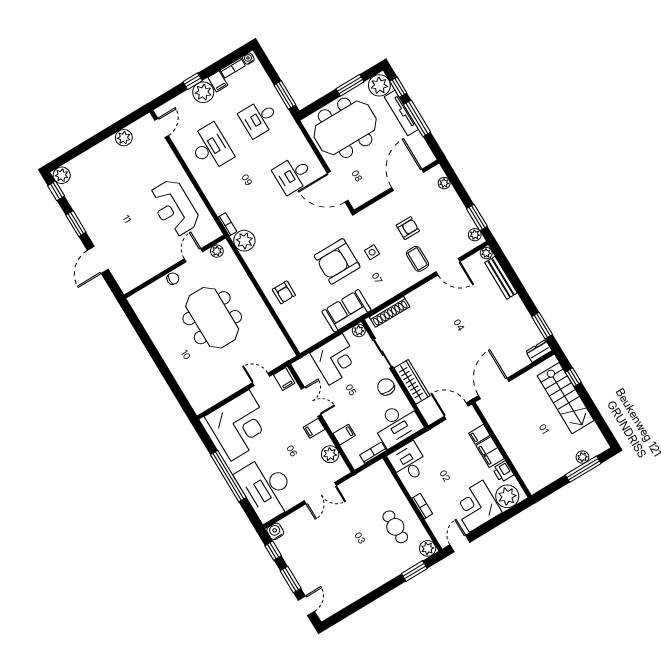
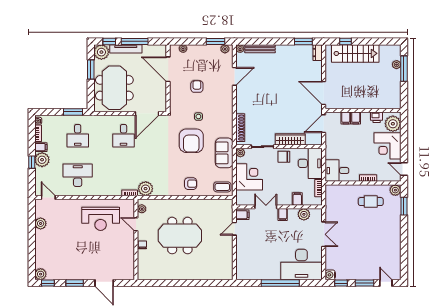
coffee table: (418, 259) -> (222, 187), moved
corner desk: (240, 425) -> (254, 258), removed
filing cabinet: (490, 452) -> (356, 118), width x0.50

